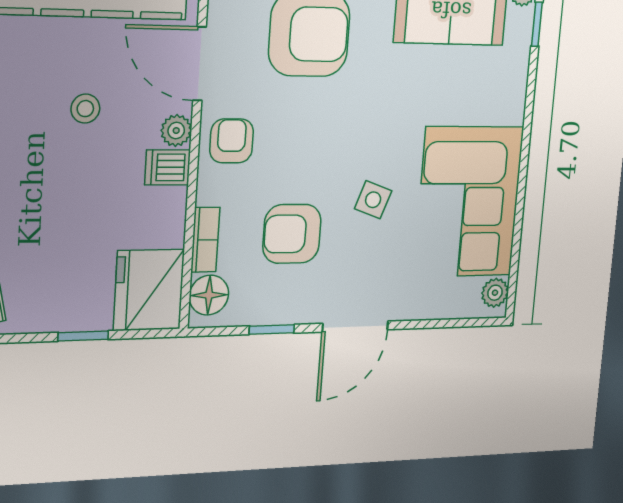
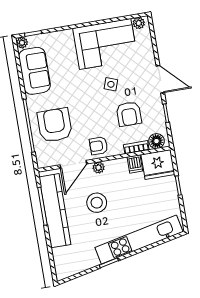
stool: (85, 109) -> (97, 203), width x1.89, depth x1.89
dishwasher: (168, 167) -> (135, 164), moved

